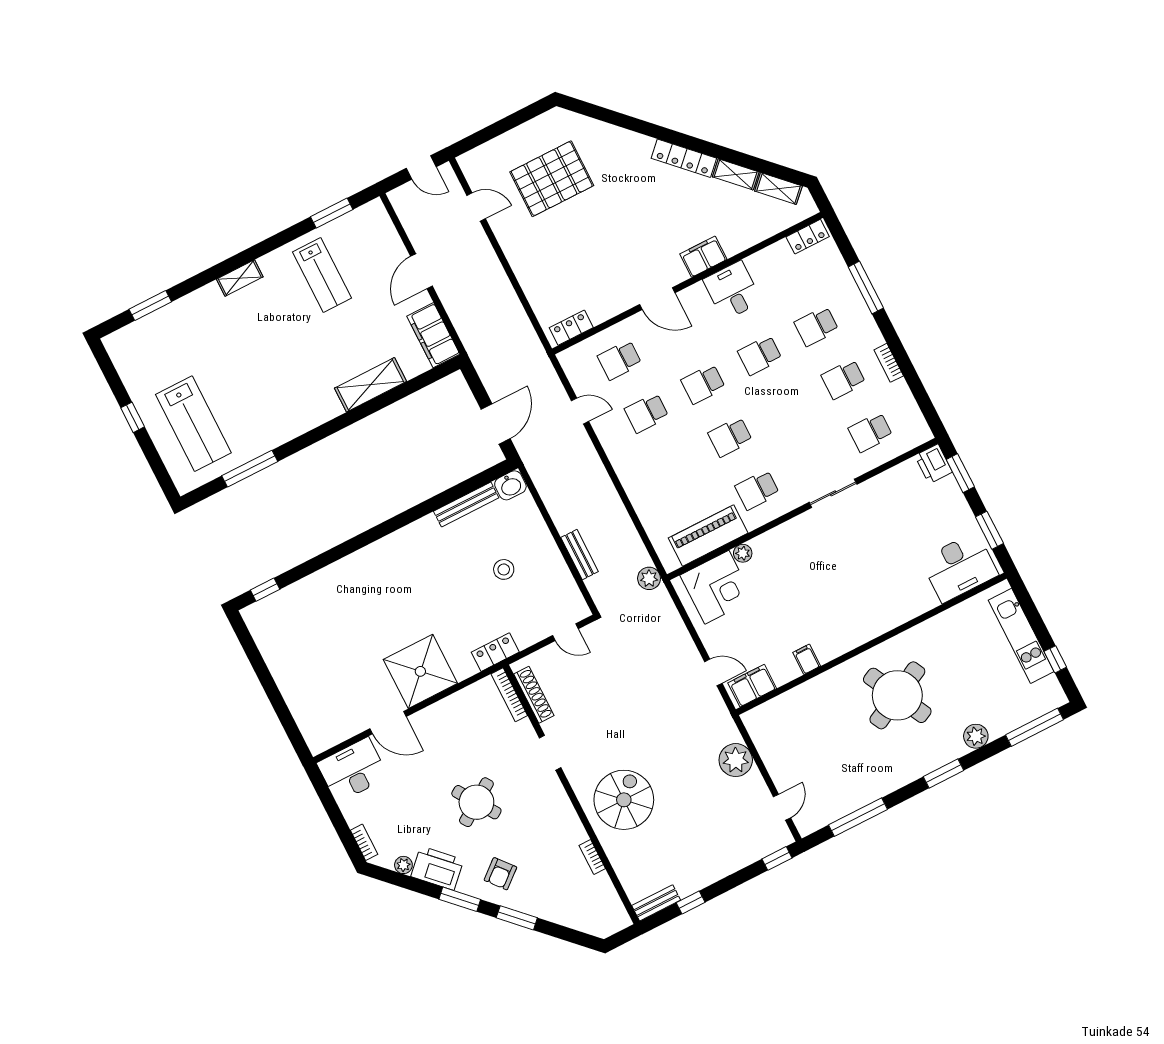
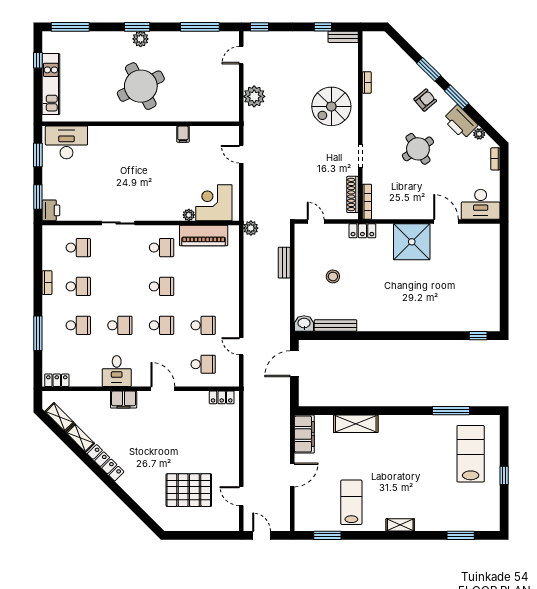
filing cabinet: (752, 686) -> (223, 135), removed
plant: (976, 736) -> (141, 39), moved

